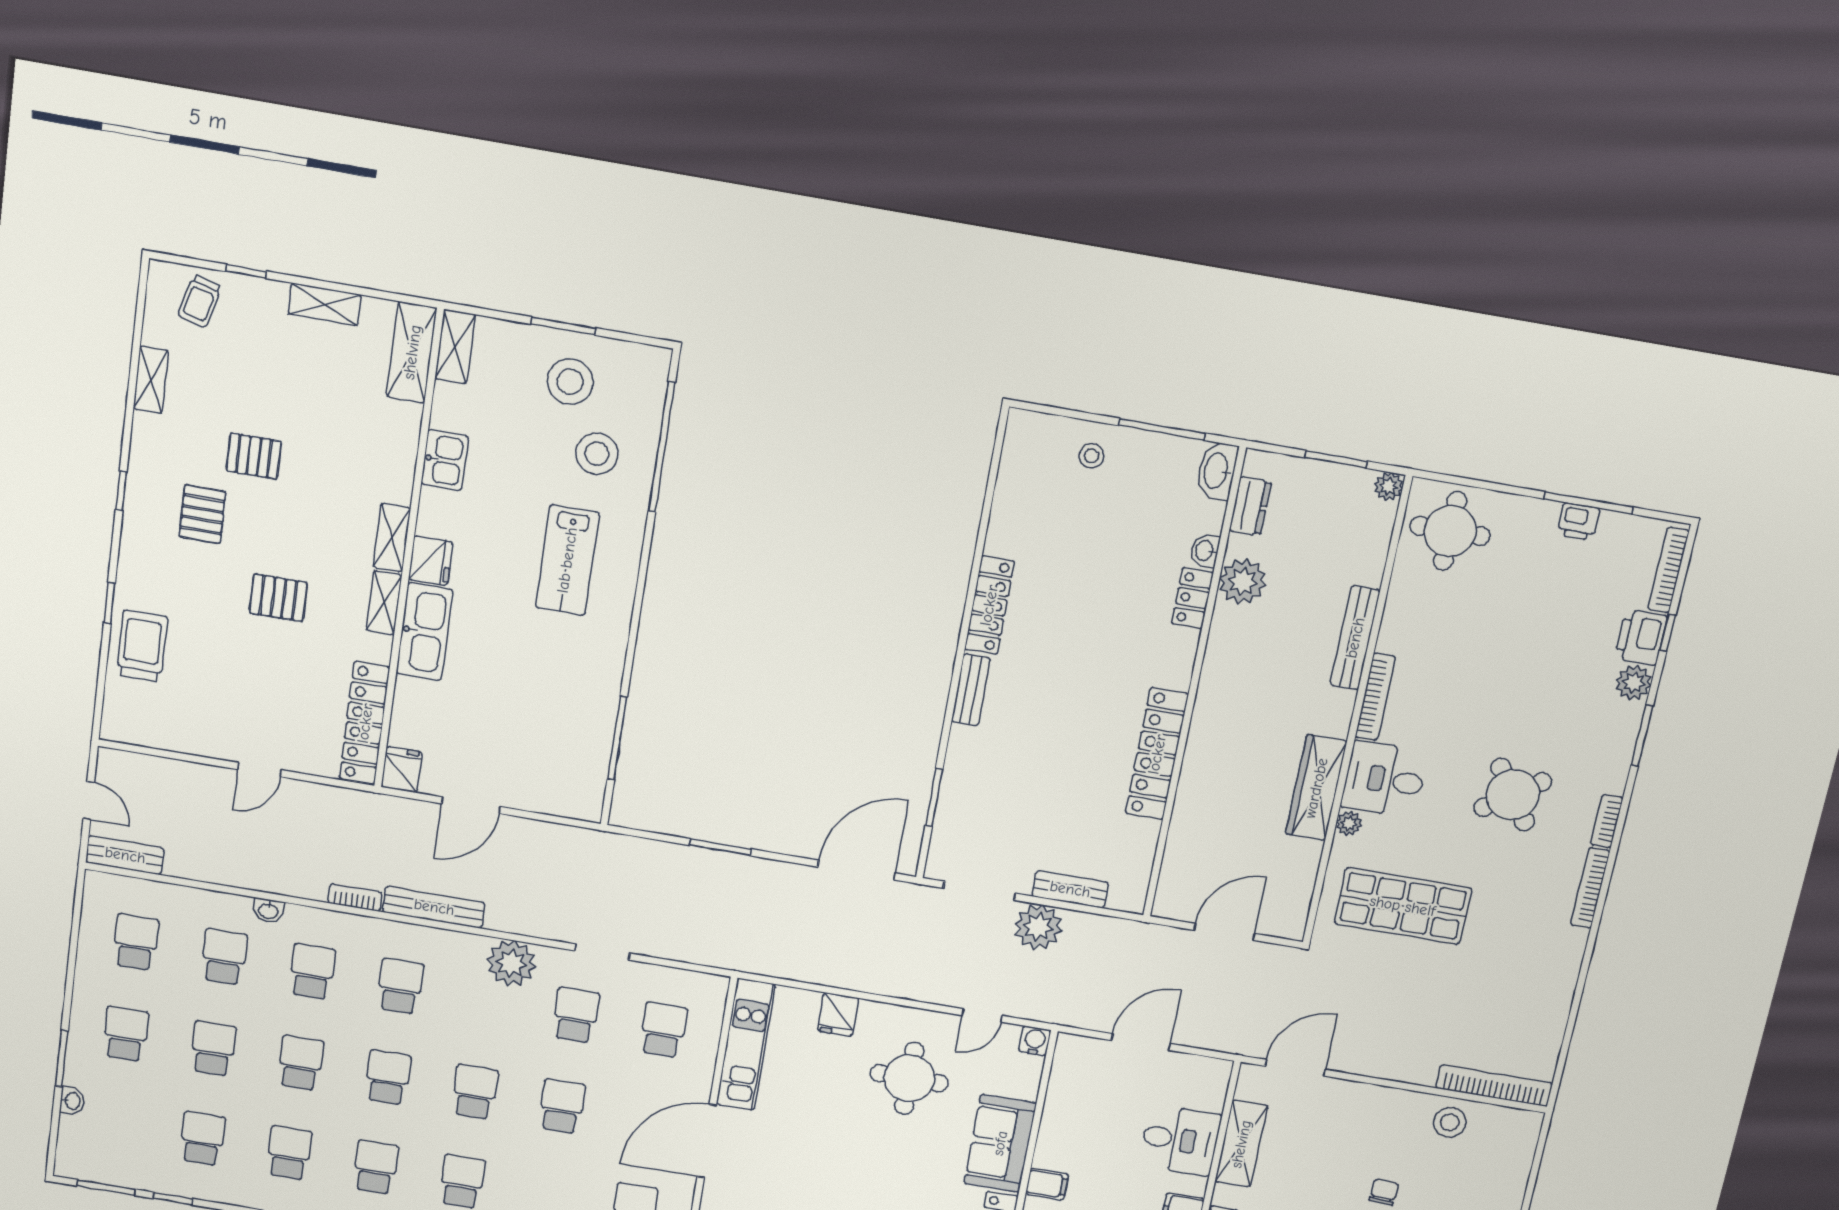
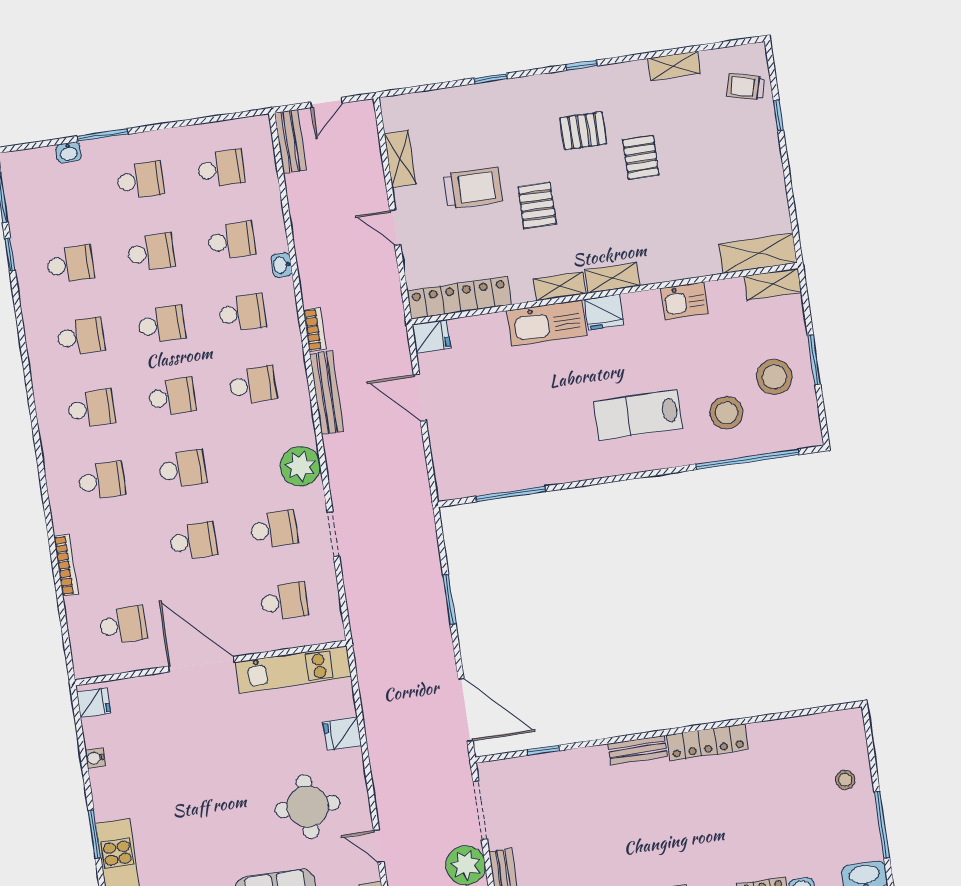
shelving: (325, 304) -> (400, 159), moved
trolley: (142, 646) -> (473, 188), moved
window: (934, 797) -> (543, 750), width x0.67

